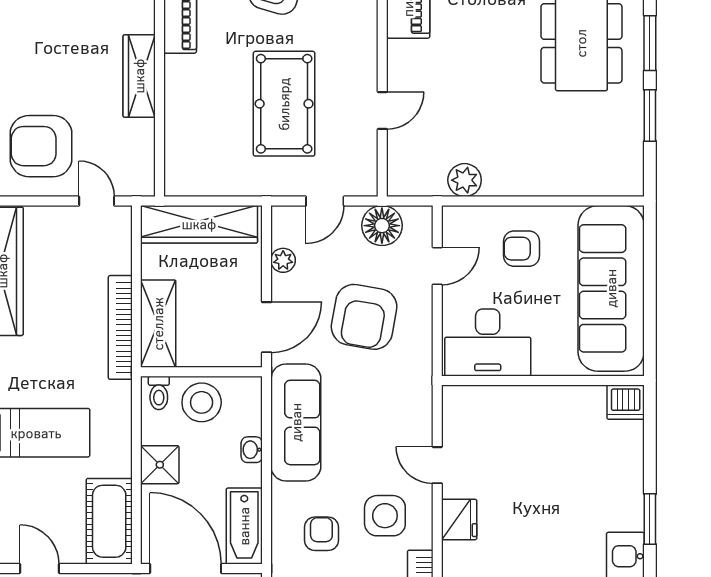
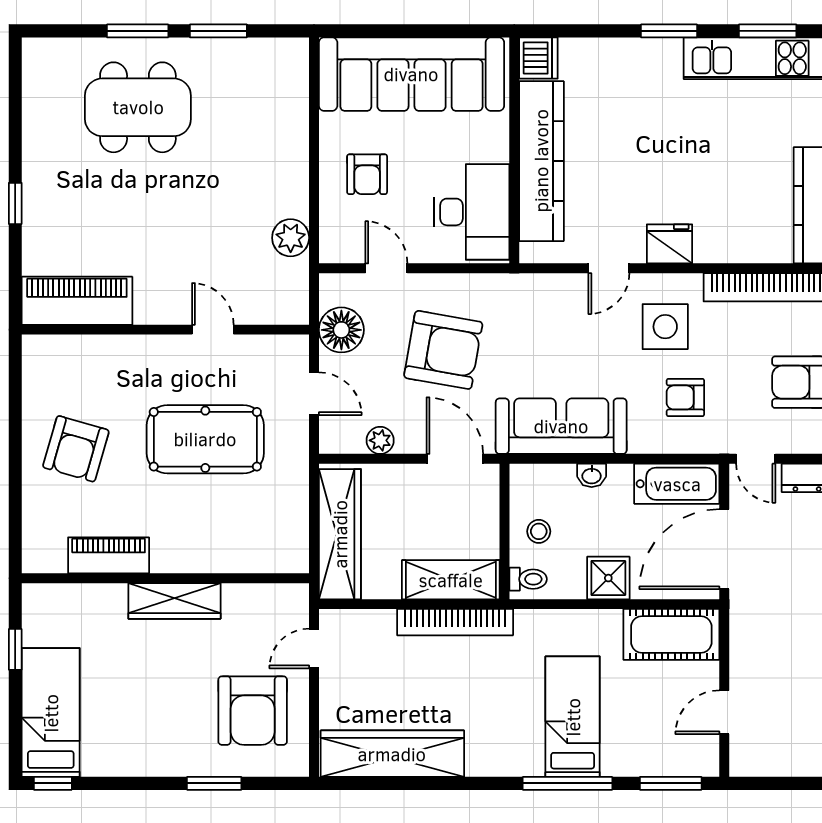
stool: (202, 402) -> (539, 531), width x0.53, depth x0.53
kitchen counter: (533, 405) -> (541, 161), added

